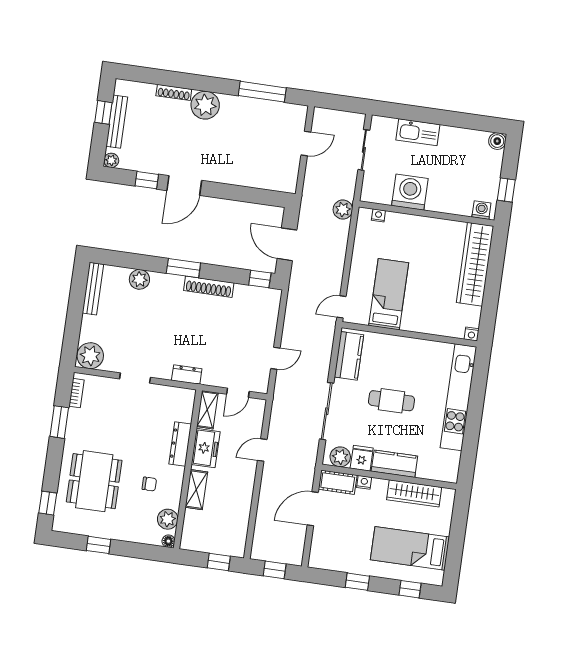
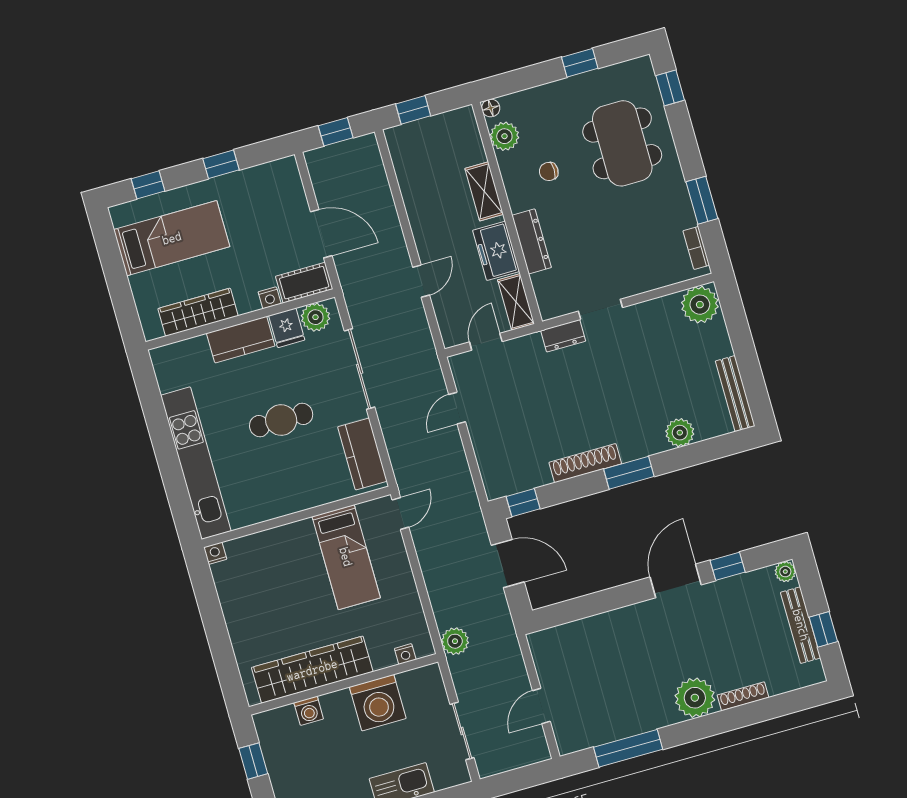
washing machine: (481, 210) -> (309, 711), moved
wardrobe: (475, 264) -> (312, 670), moved, turned -90
doorway: (135, 378) -> (600, 309), moved
door: (313, 509) -> (321, 234), hinge flipped

